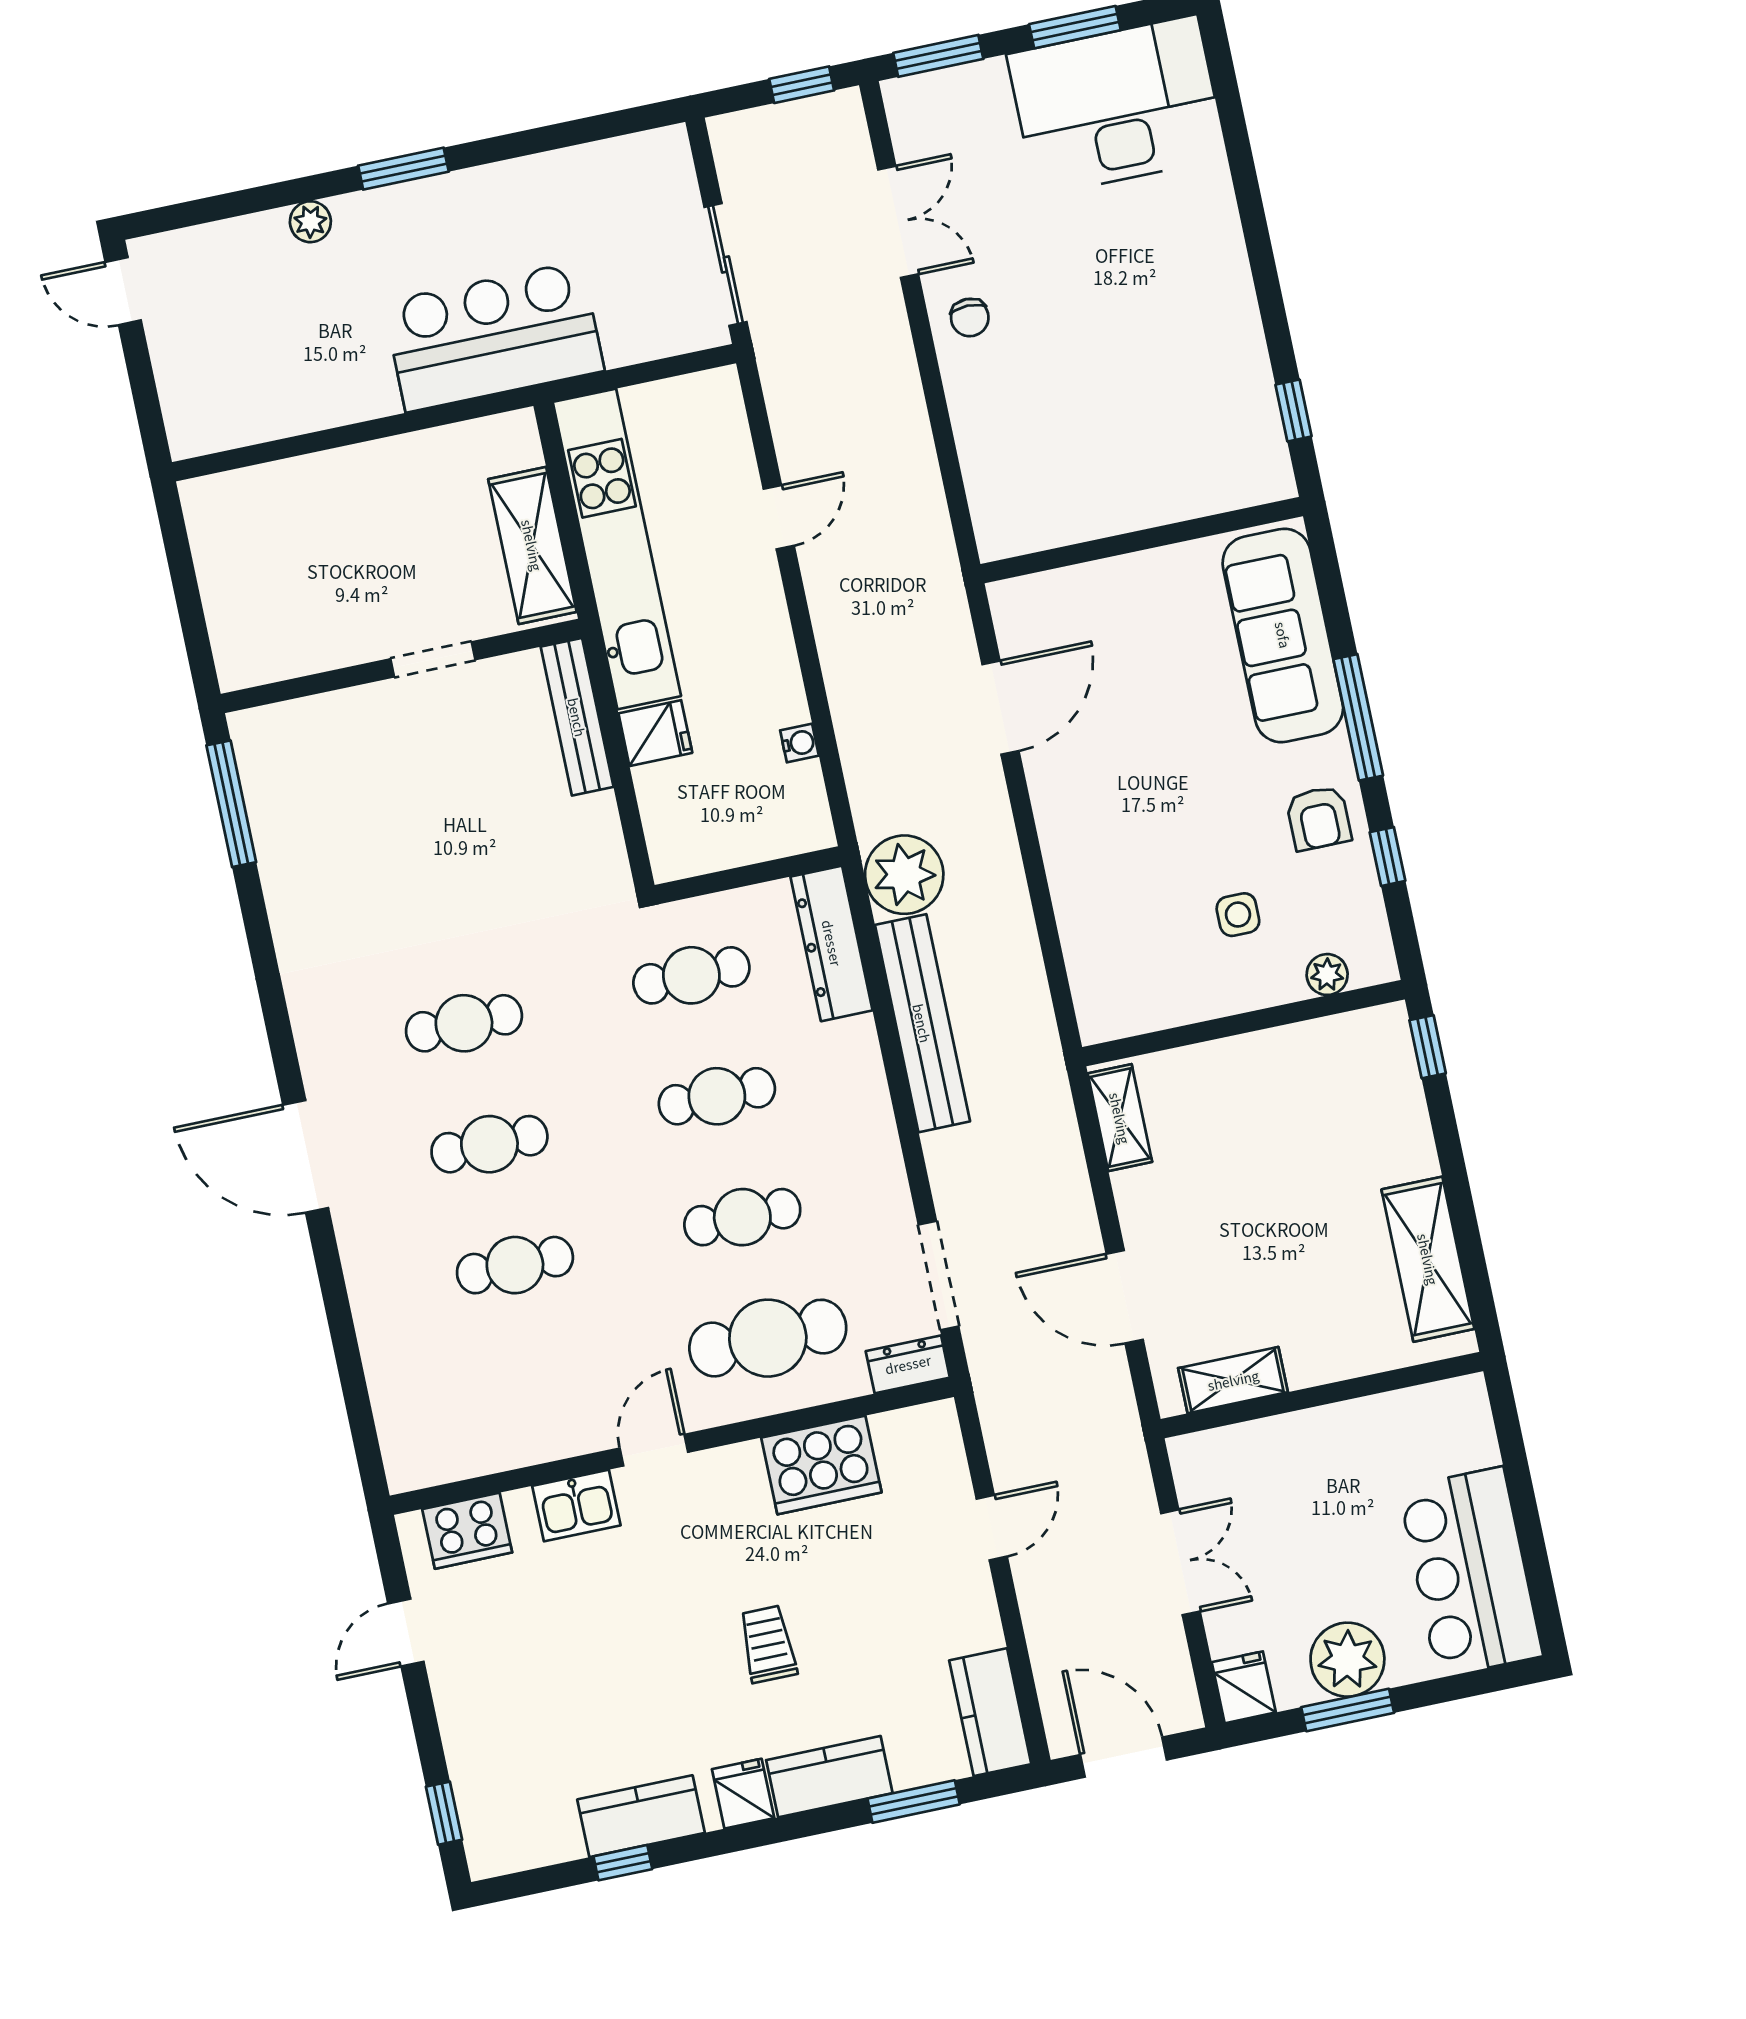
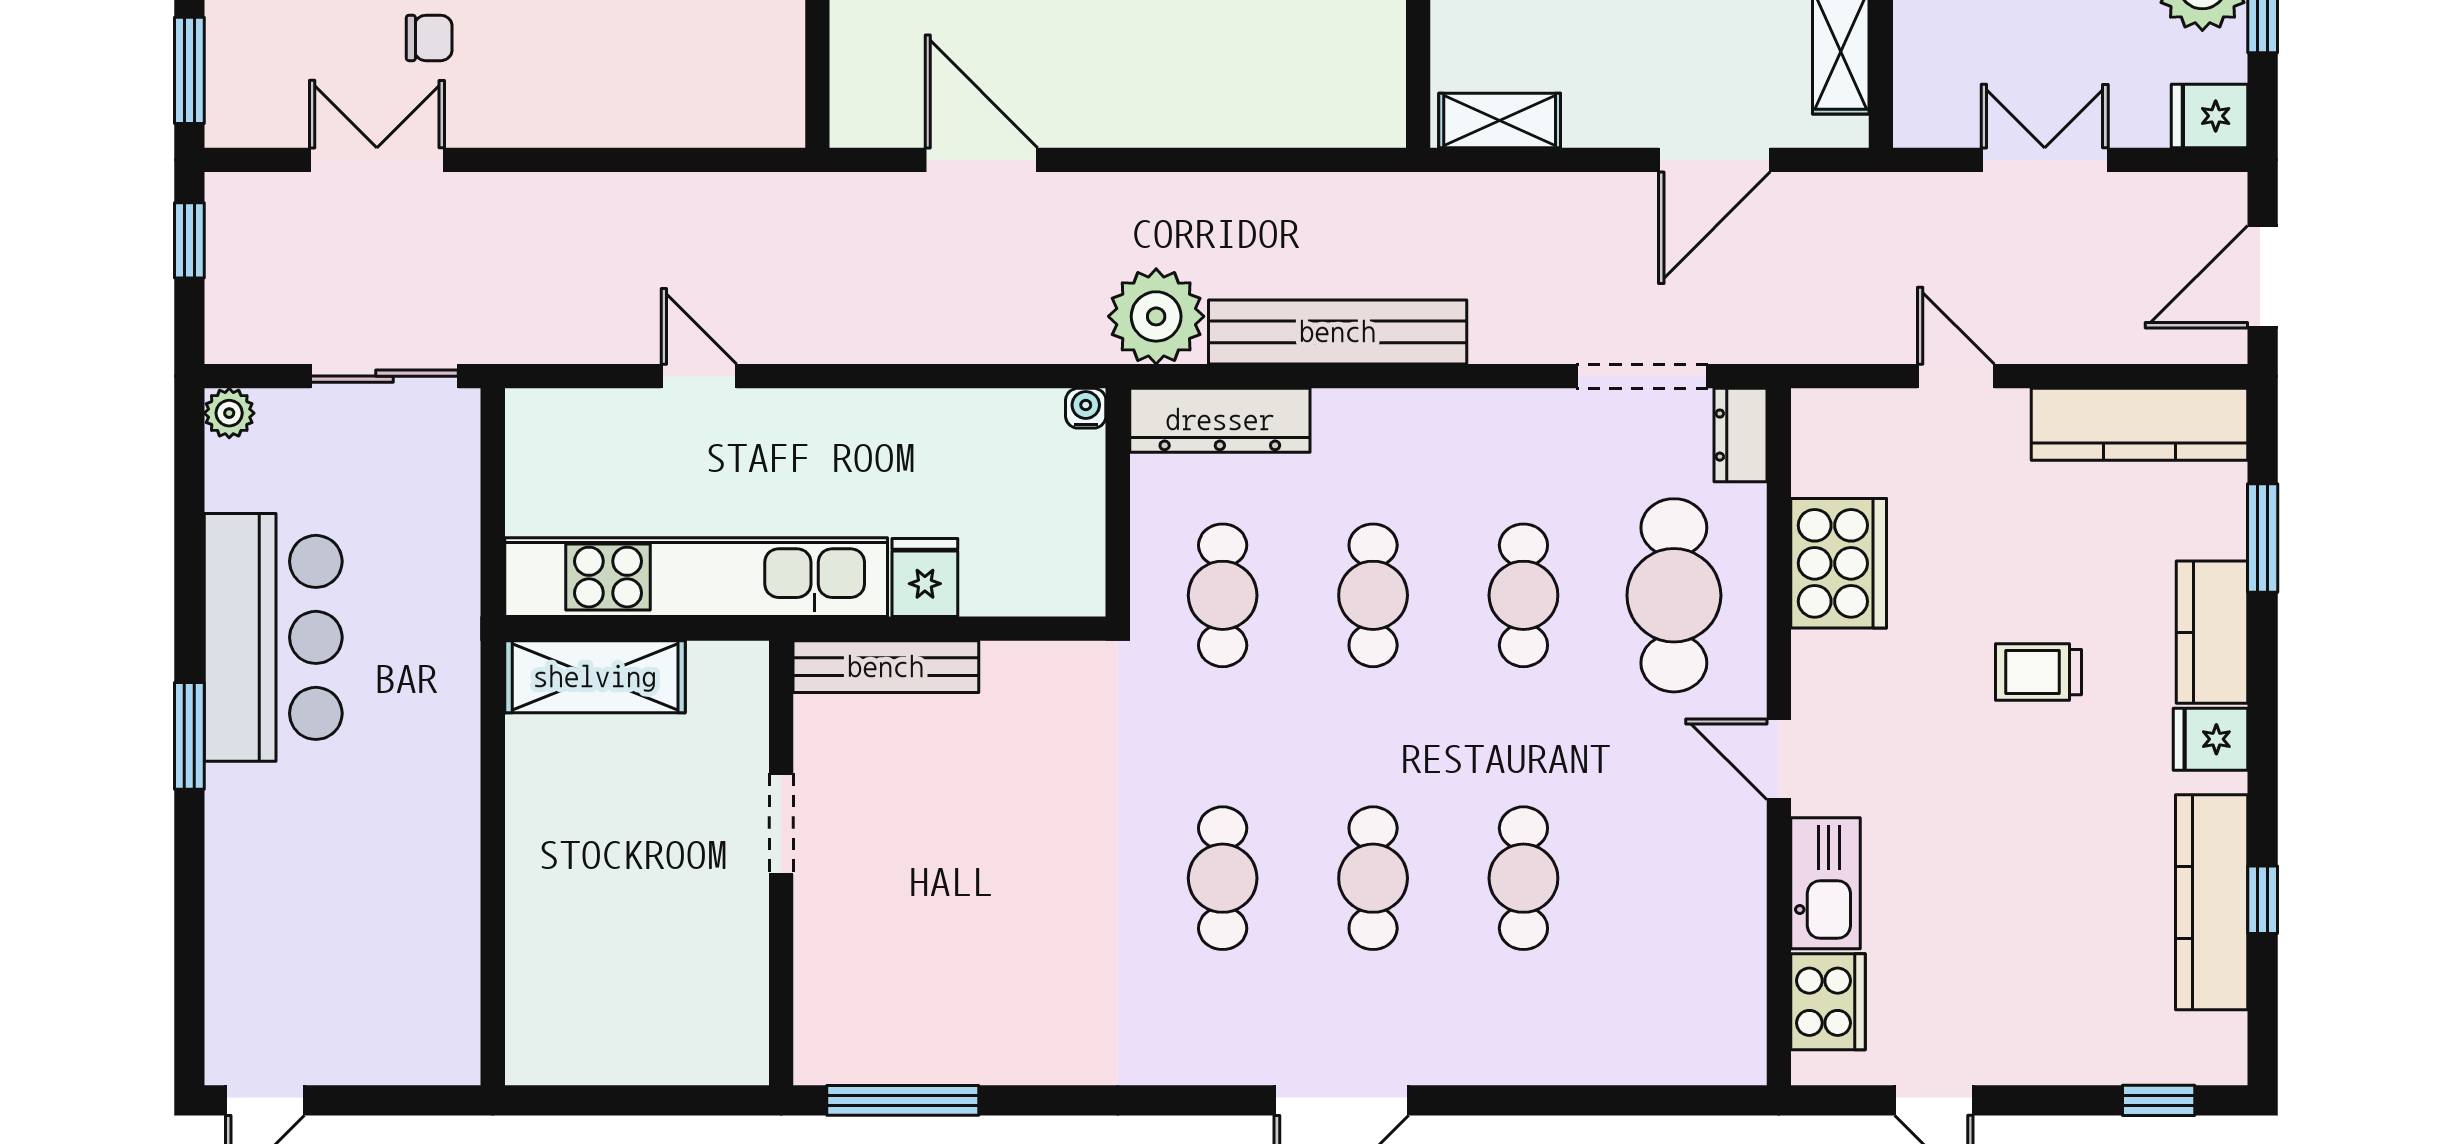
plant: (310, 222) -> (229, 413), moved
chair: (970, 317) -> (429, 38), moved
bar counter: (494, 336) -> (273, 637), moved, turned 180
shelving: (532, 545) -> (595, 677), moved
water cooler: (799, 743) -> (1086, 408), moved
kitchen sink: (576, 1506) -> (1825, 883), width x1.38
kitchen counter: (990, 1712) -> (2139, 424), width x1.50
kitchen counter: (641, 1816) -> (2212, 902), width x1.50

